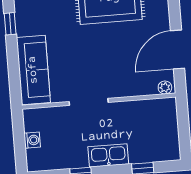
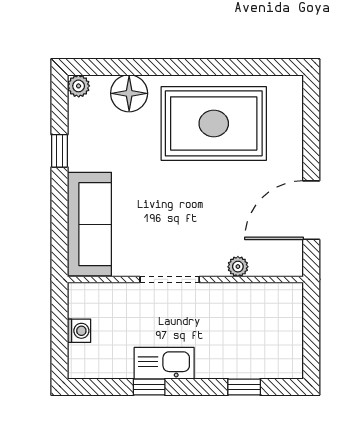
plant: (165, 88) -> (238, 267), moved
kitchen sink: (108, 155) -> (164, 363), moved

